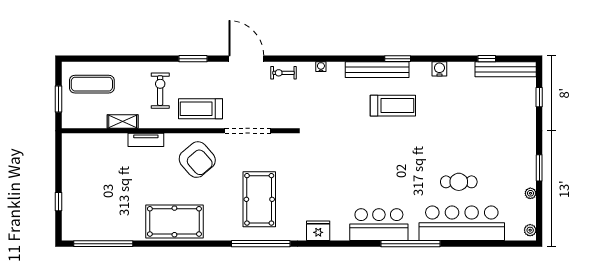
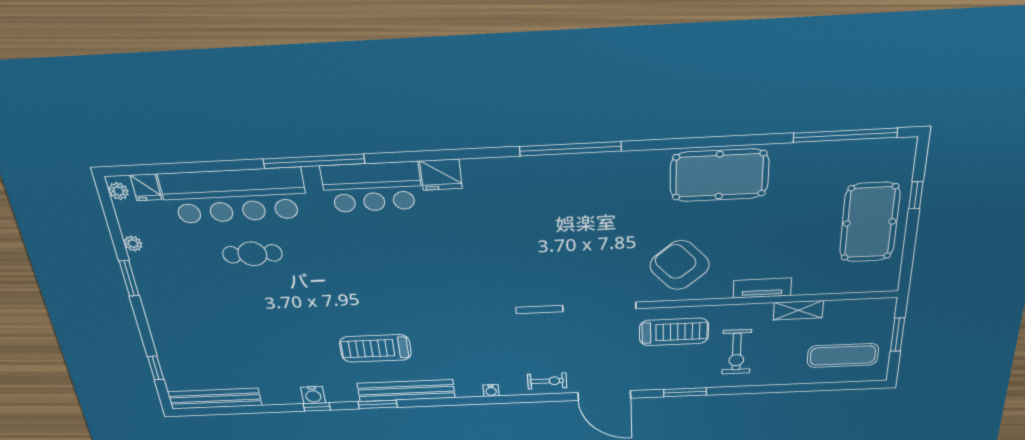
window: (487, 59) -> (317, 407), moved
pool table: (259, 199) -> (870, 222), moved
fridge: (318, 231) -> (441, 175), moved
fridge: (513, 232) -> (146, 187), added

